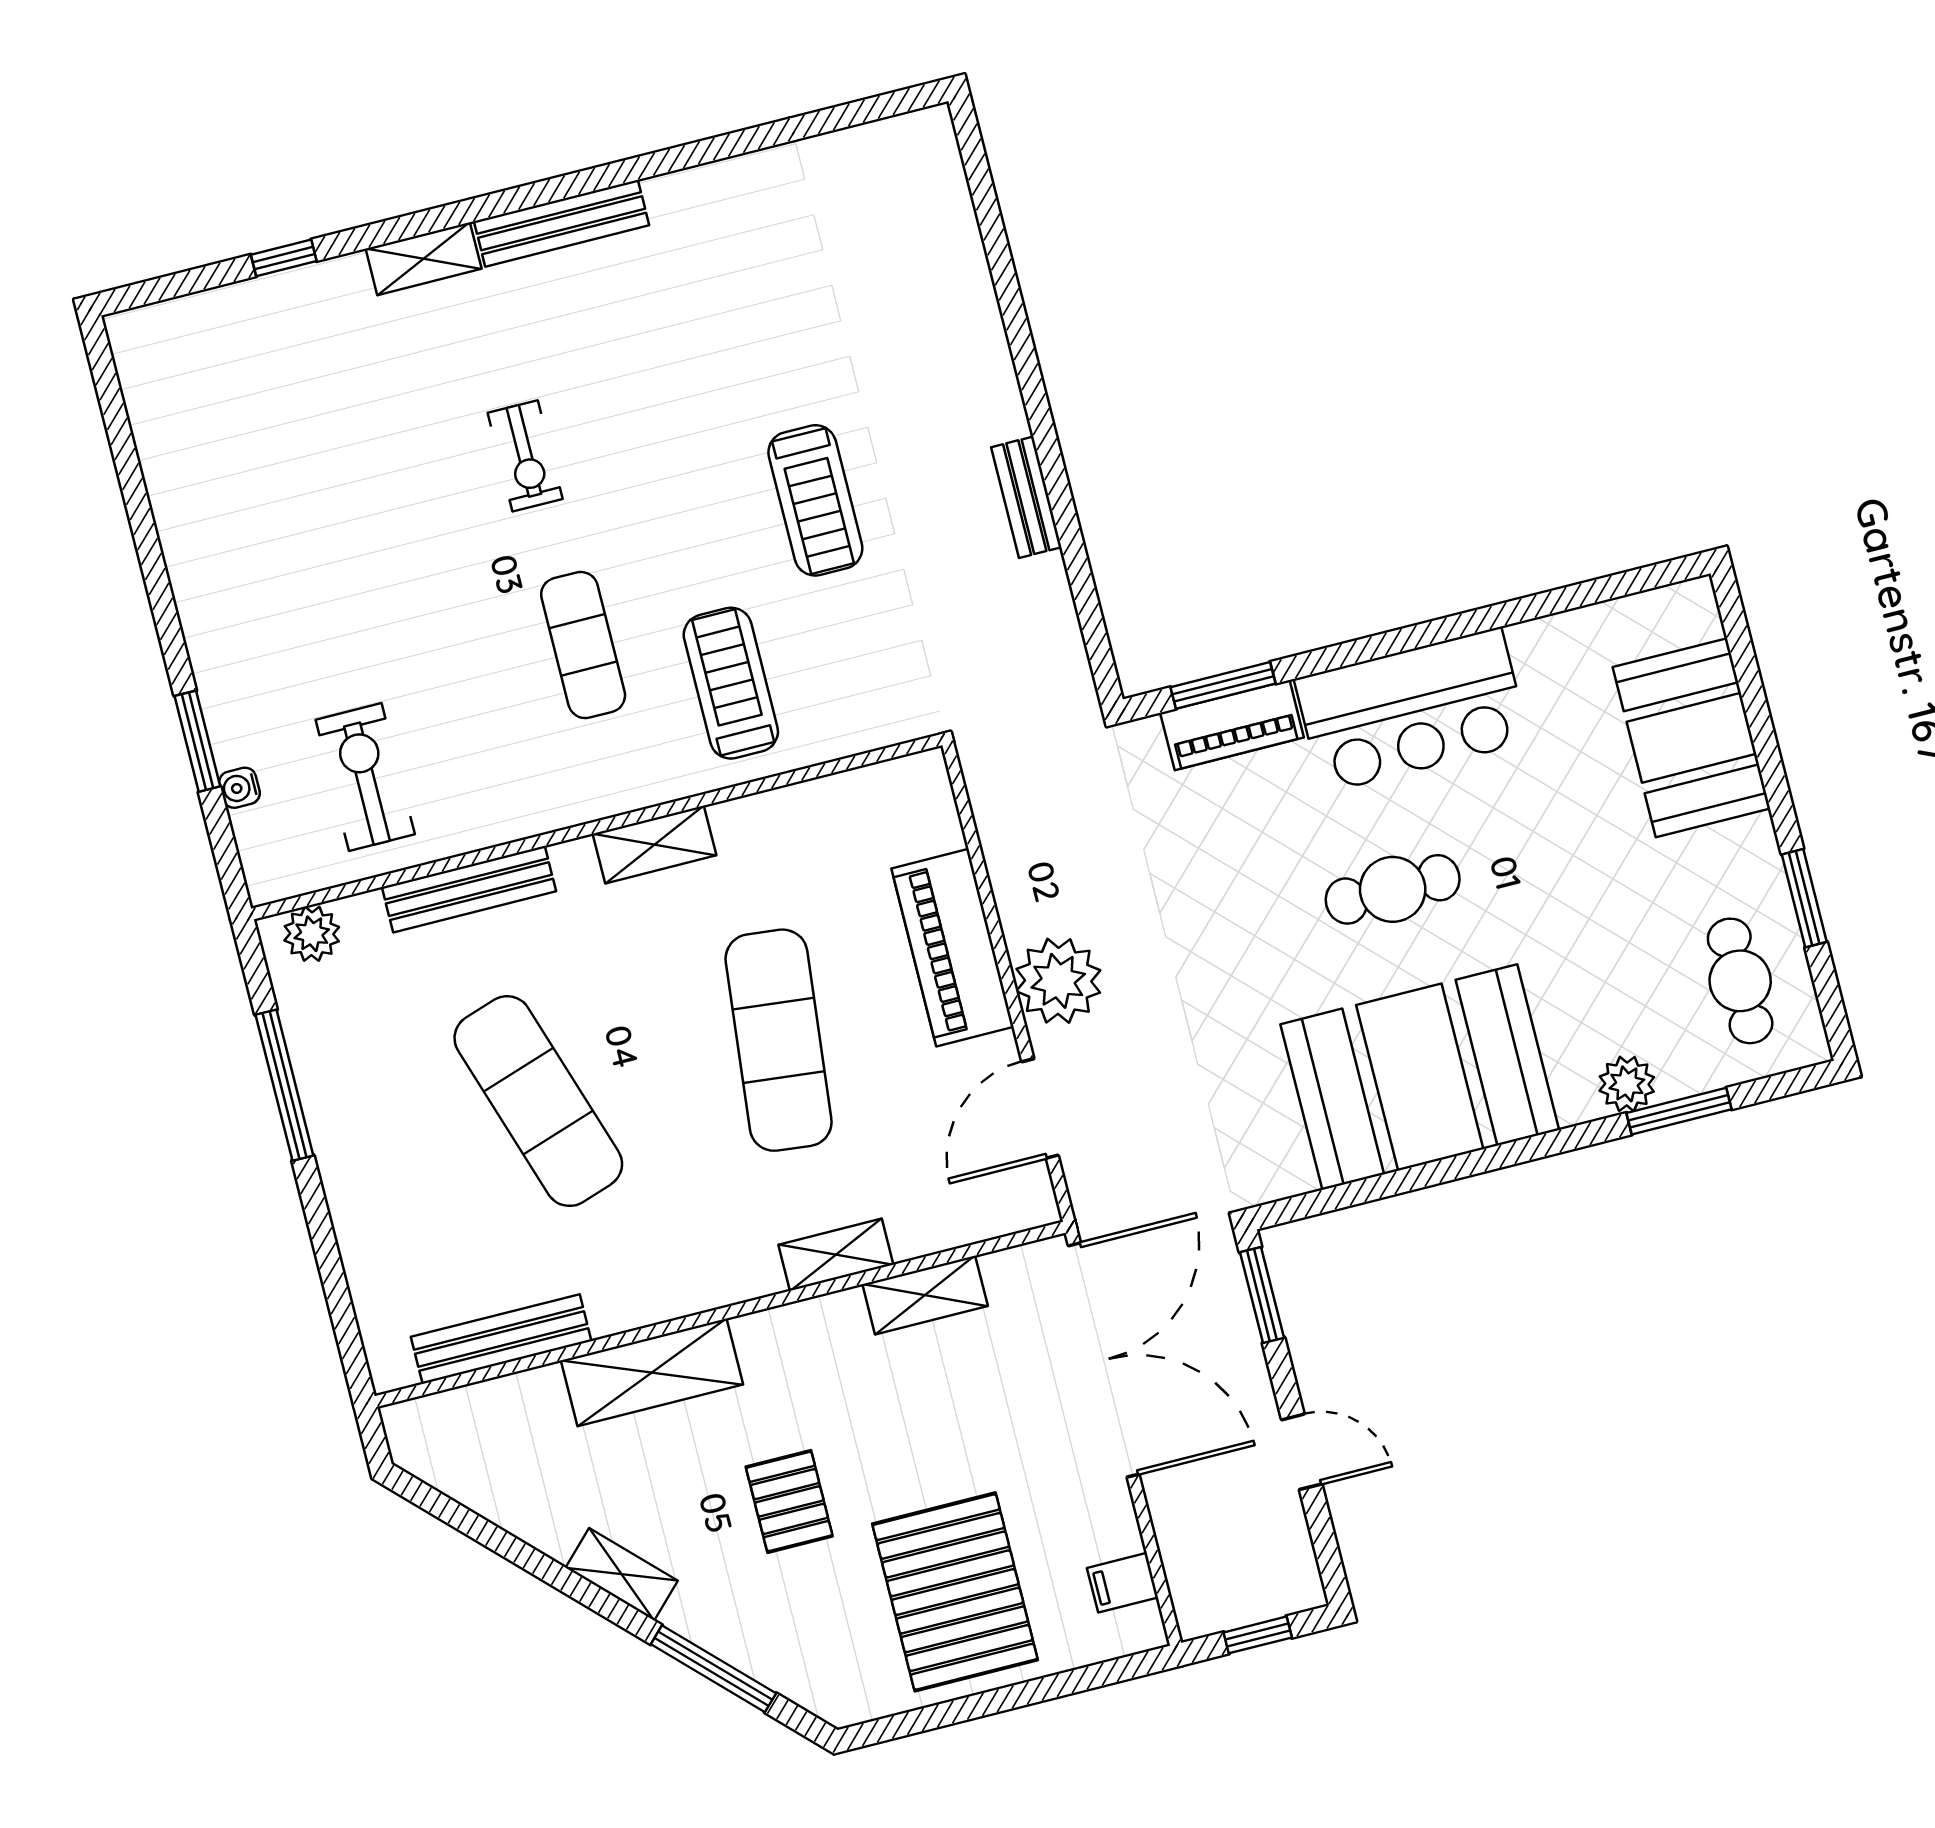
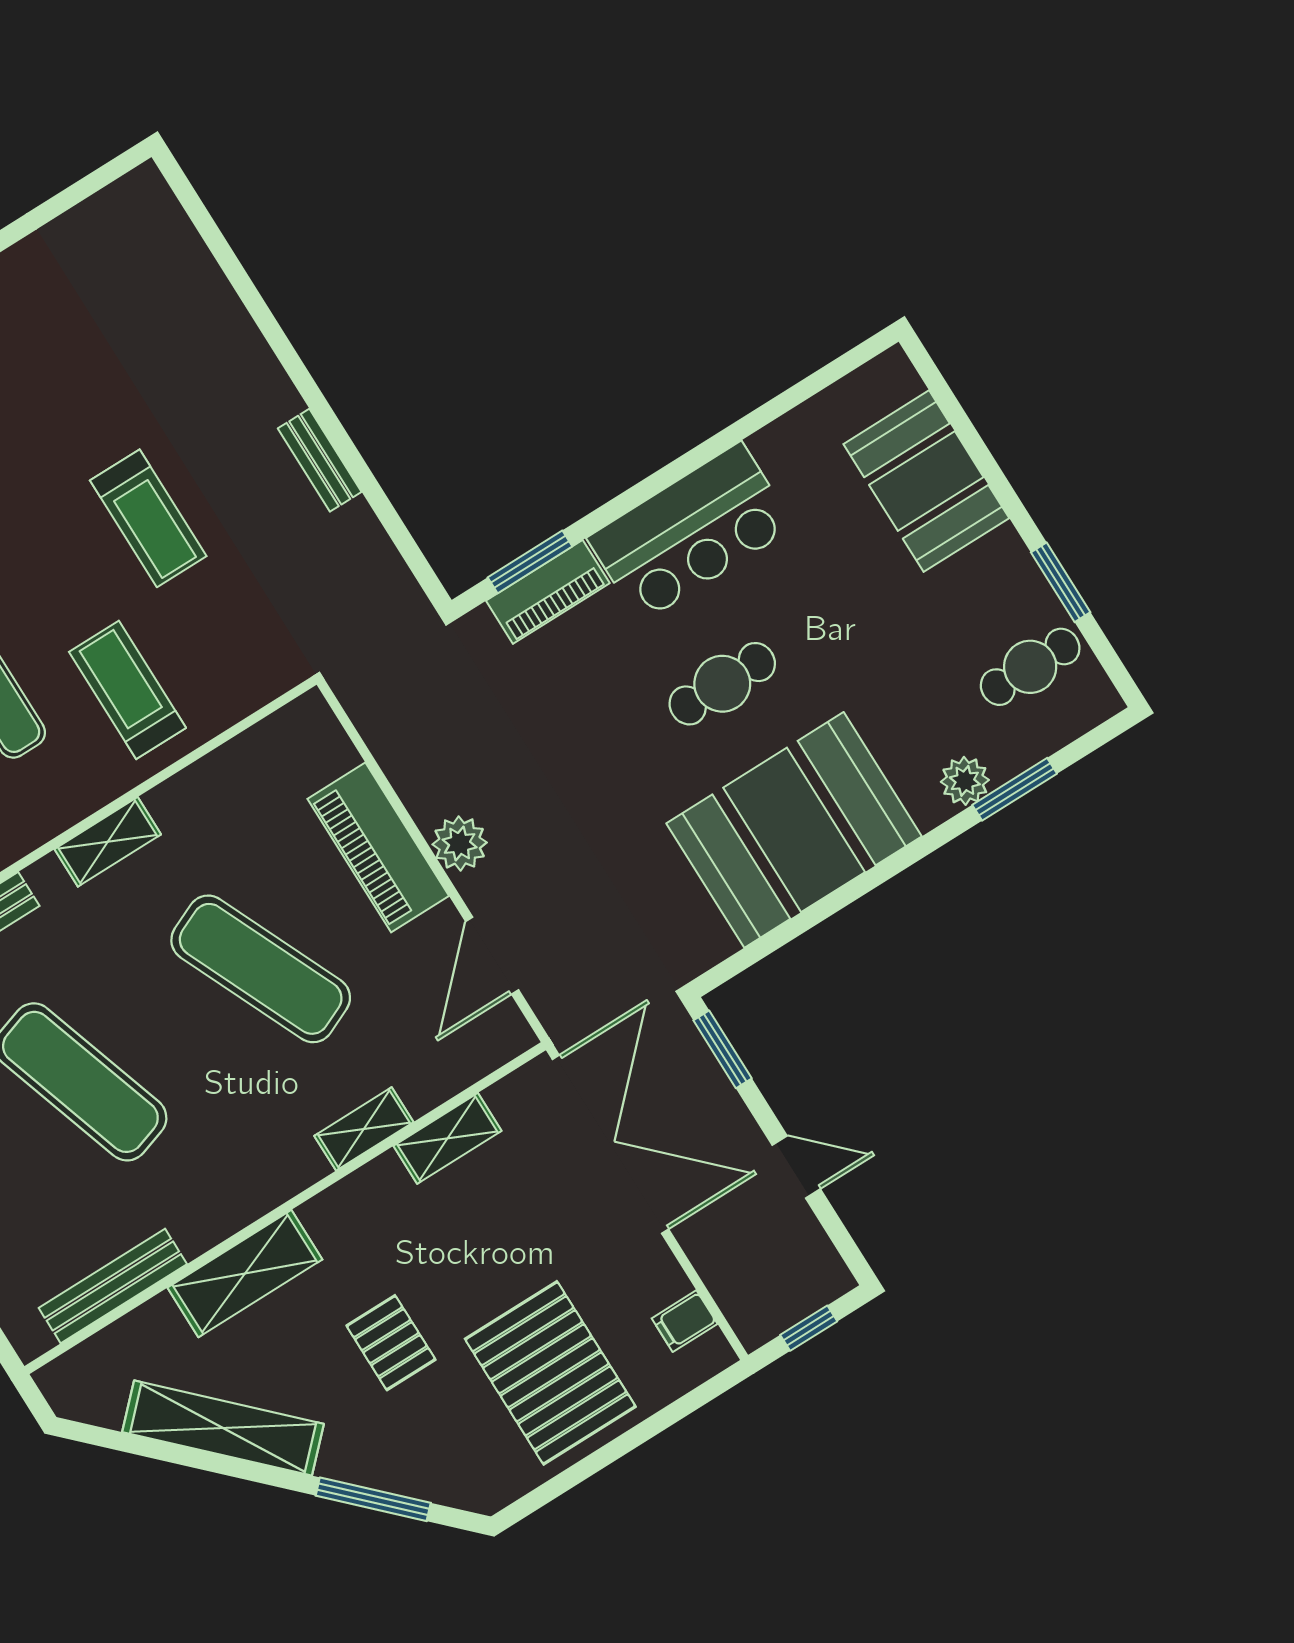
plant: (1058, 981) -> (460, 843), width x0.73, depth x0.73
cafe table: (1740, 981) -> (1030, 667), turned 90
exercise mat: (779, 1040) -> (261, 969), turned -30
shelving: (622, 1574) -> (223, 1428), width x2.20, depth x1.33

